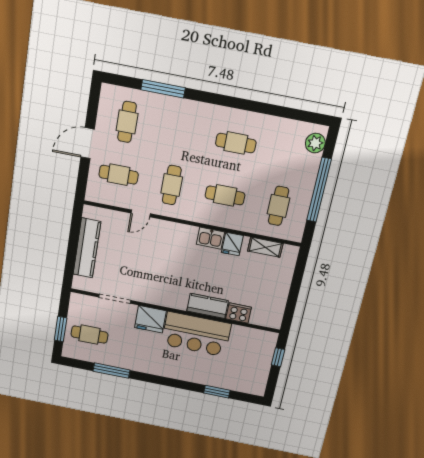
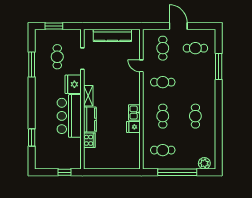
shelving: (265, 247) -> (88, 96), moved
cafe table: (89, 335) -> (57, 57), moved

